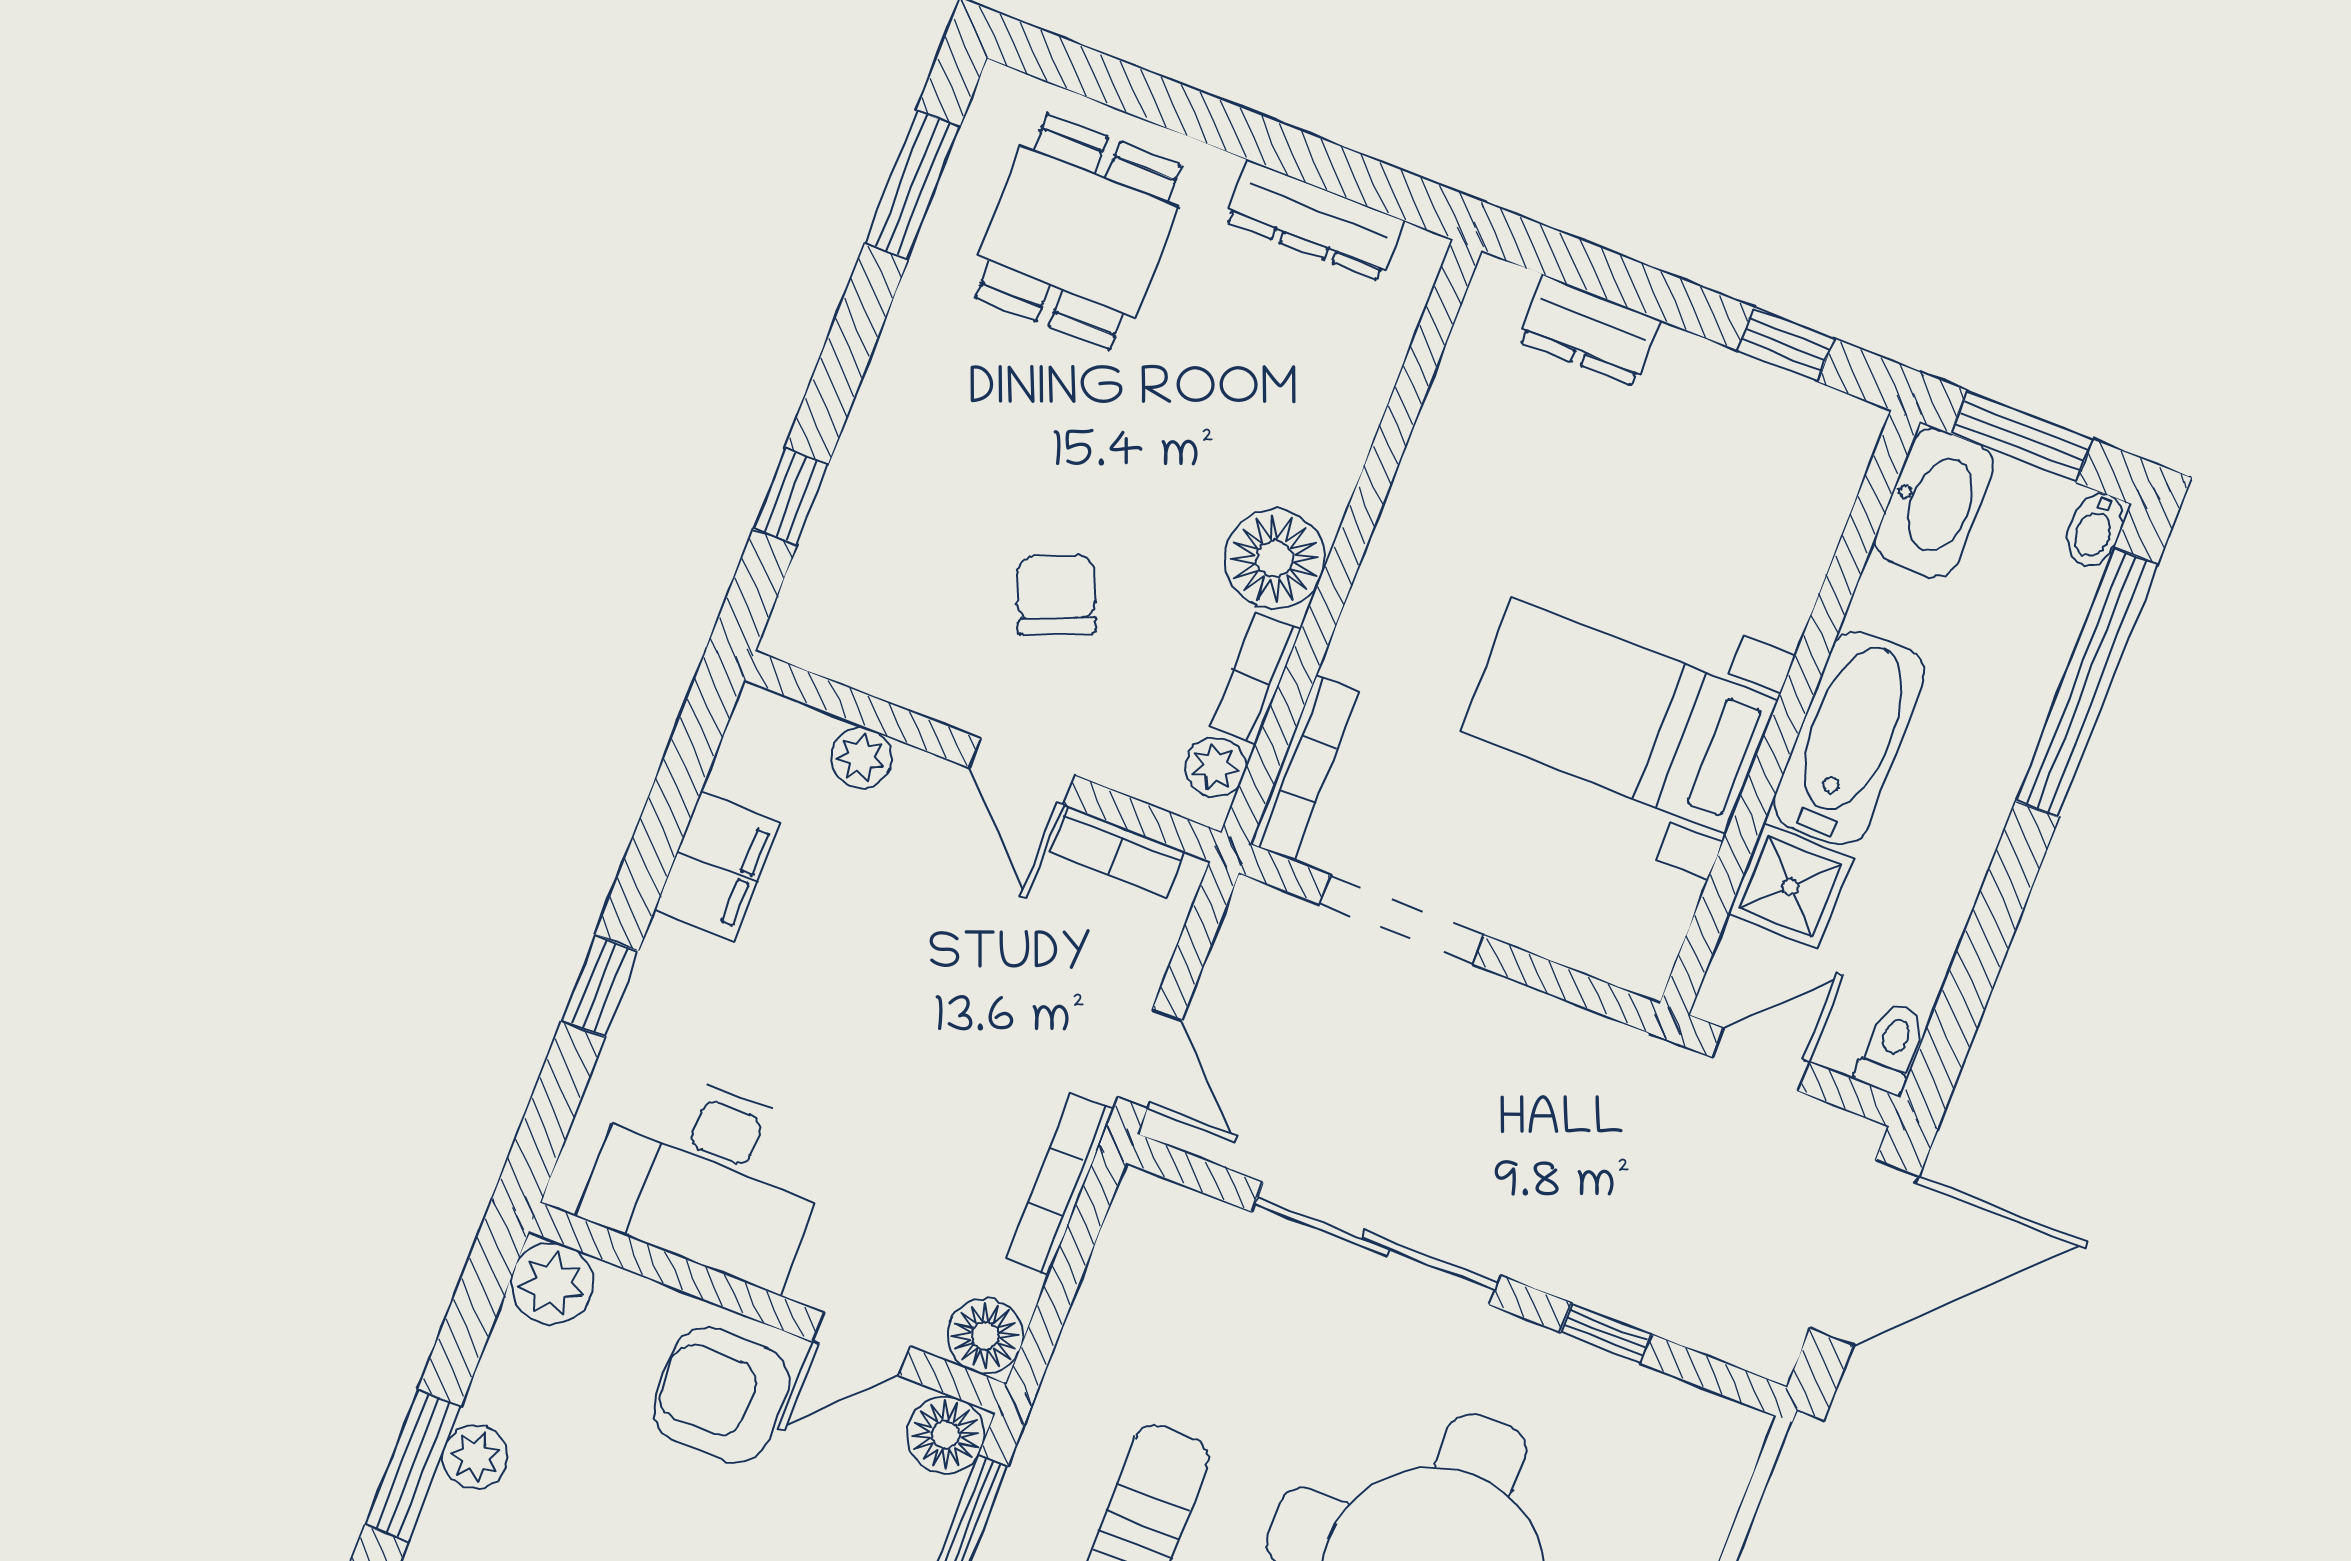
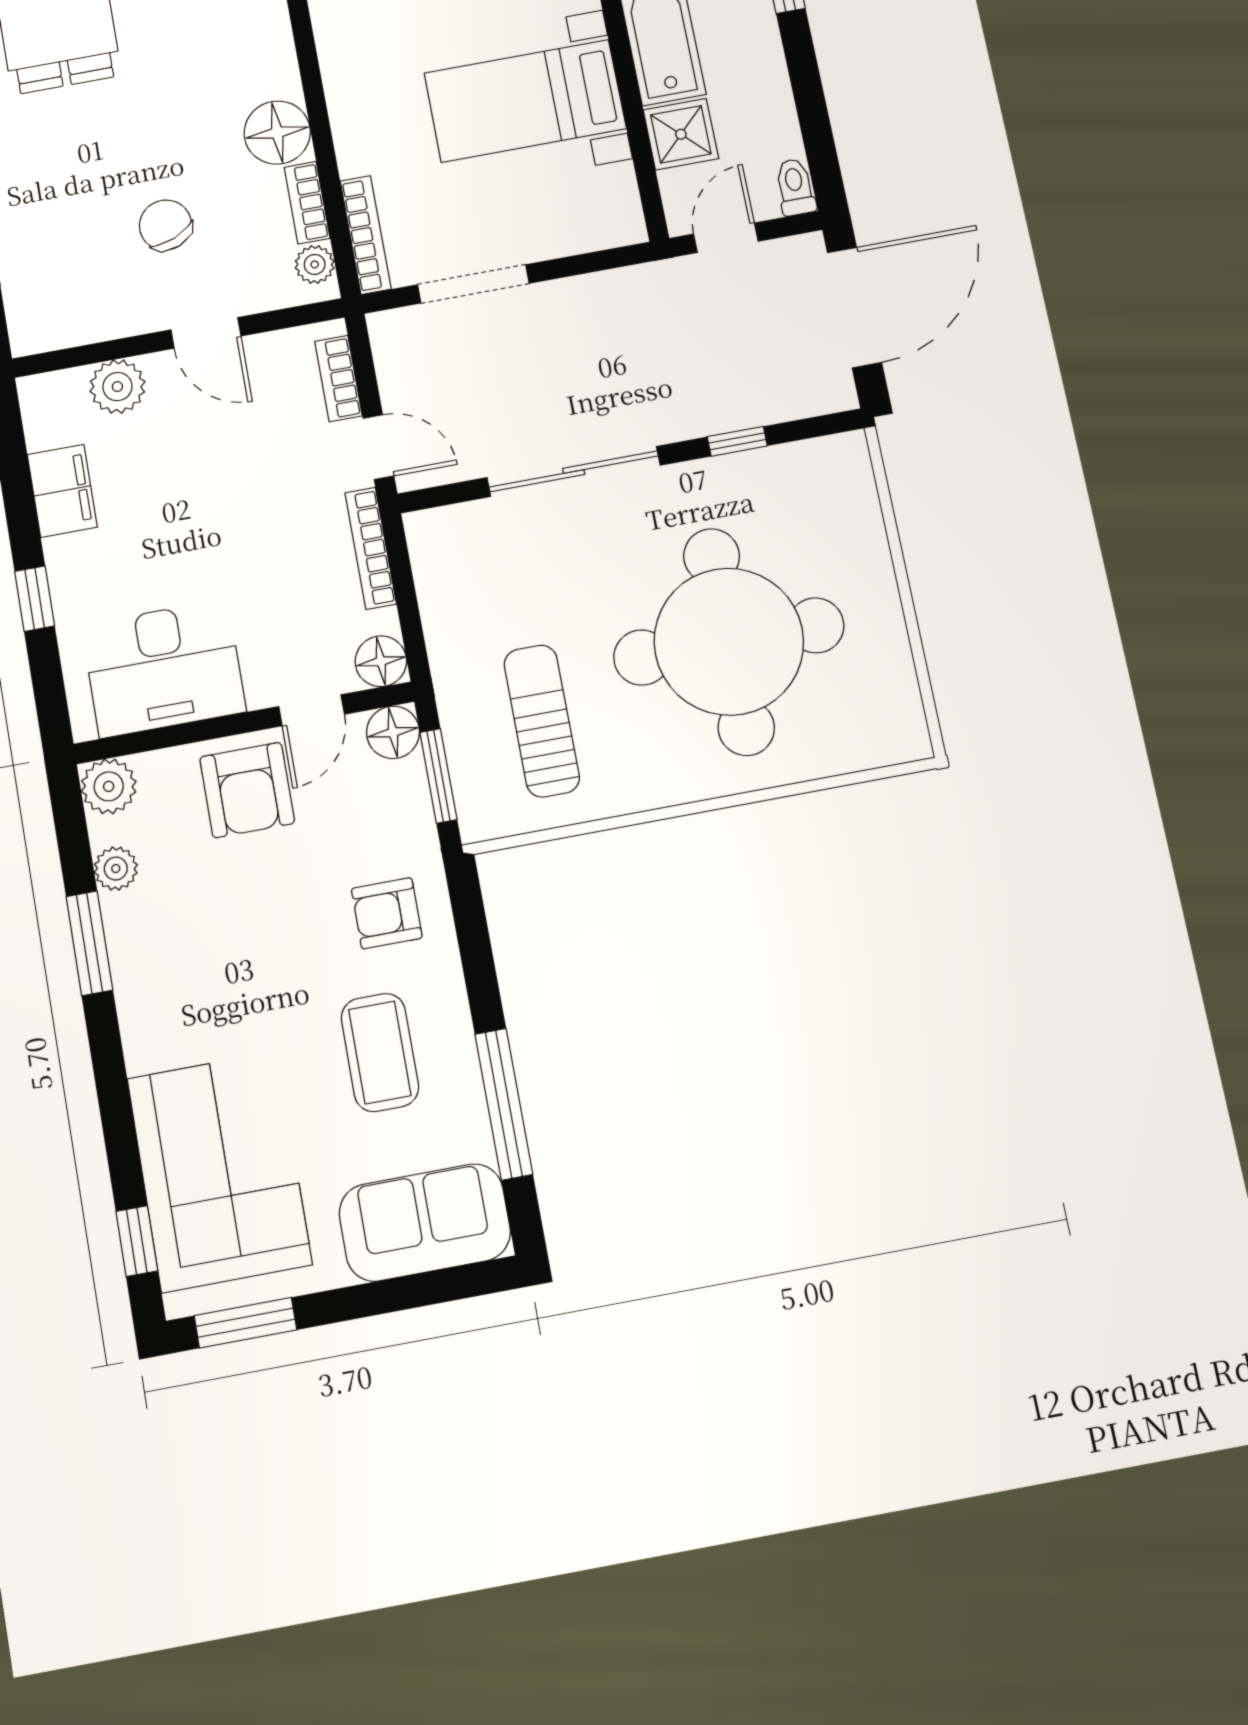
plant: (861, 758) -> (117, 387), width x1.38, depth x1.38
bookcase: (1117, 852) -> (338, 379), moved, turned 90
armchair: (721, 1395) -> (247, 790), turned -90
plant: (475, 1457) -> (116, 869), moved

